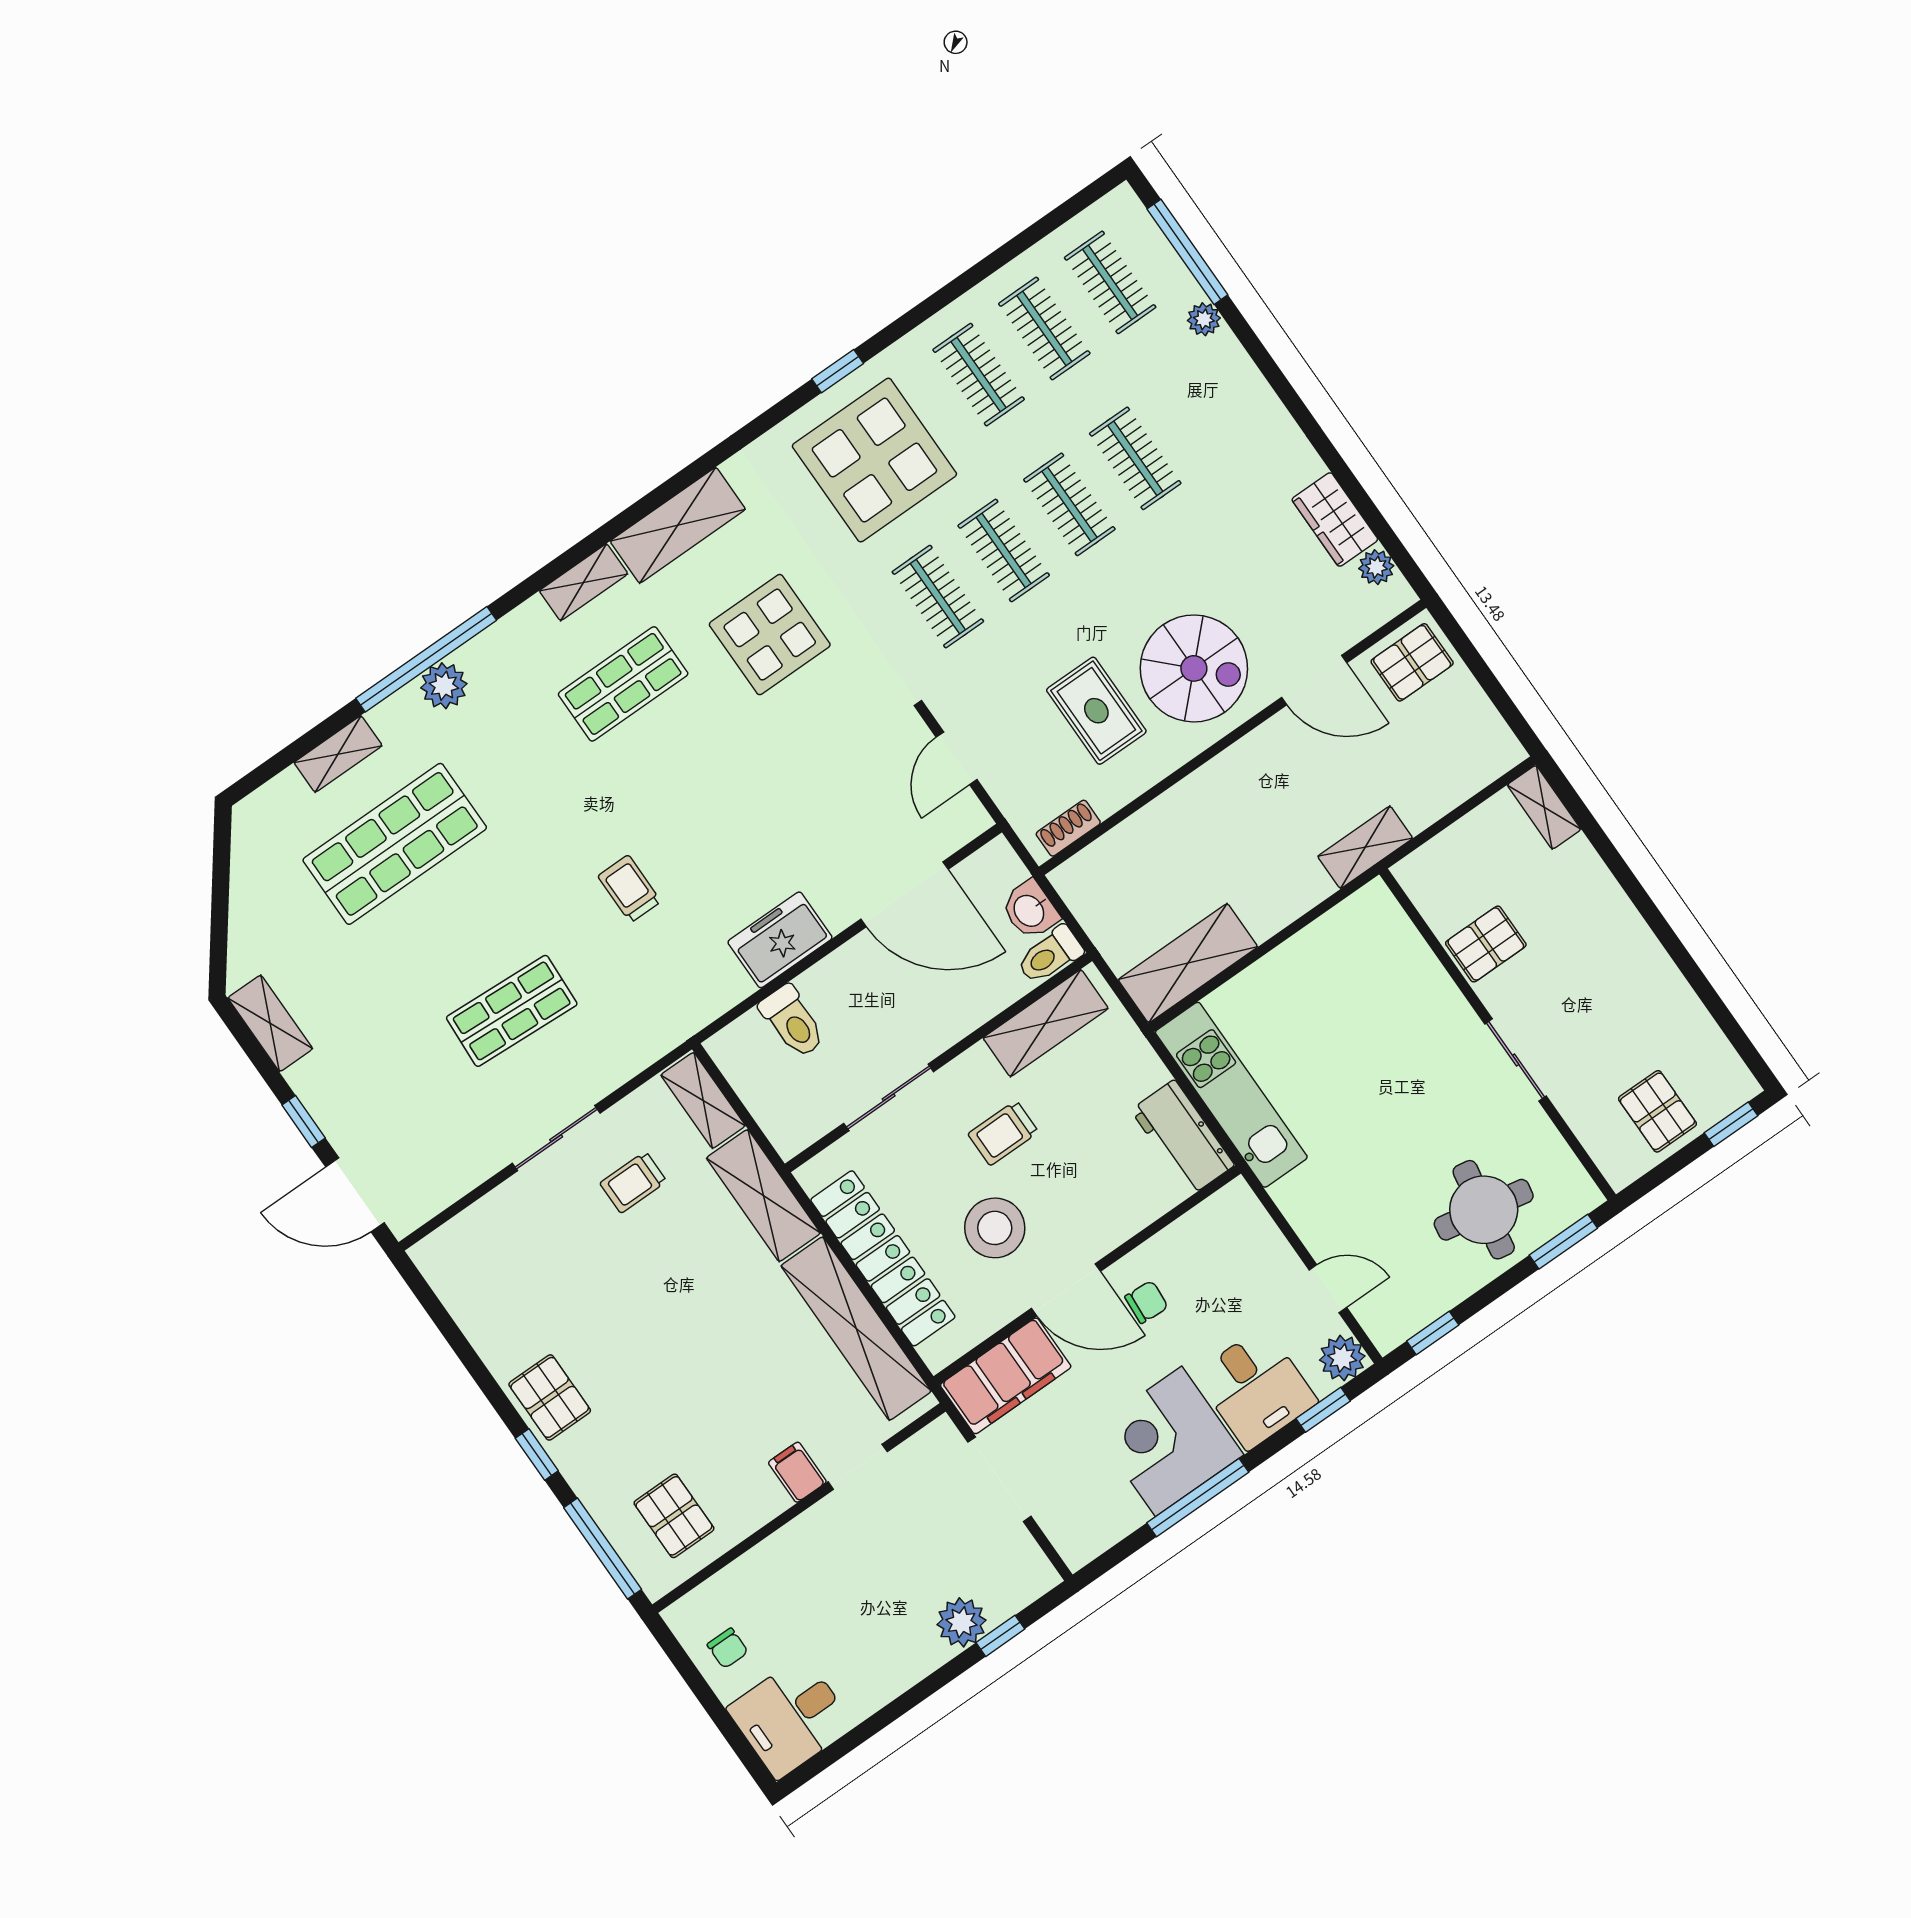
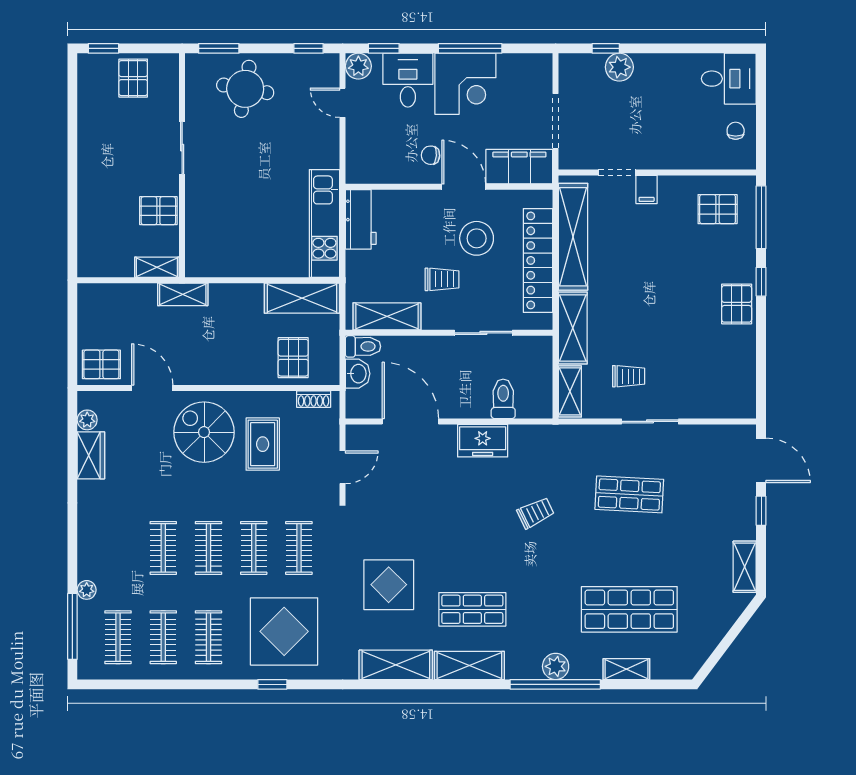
shelving: (584, 582) -> (469, 665), width x1.50, depth x1.33
shelving: (1544, 807) -> (157, 267), moved, turned 90
pallet: (1140, 868) -> (293, 358), added
trolley: (629, 889) -> (536, 513), turned -116
pallet: (674, 1516) -> (718, 209), turned 90

